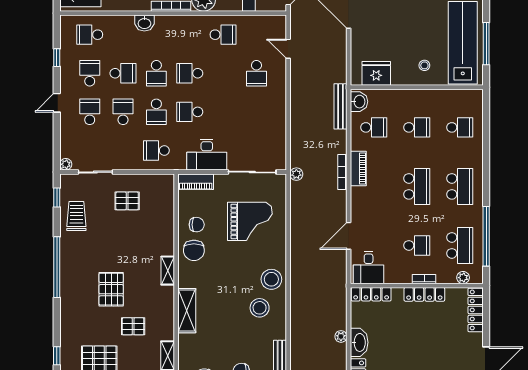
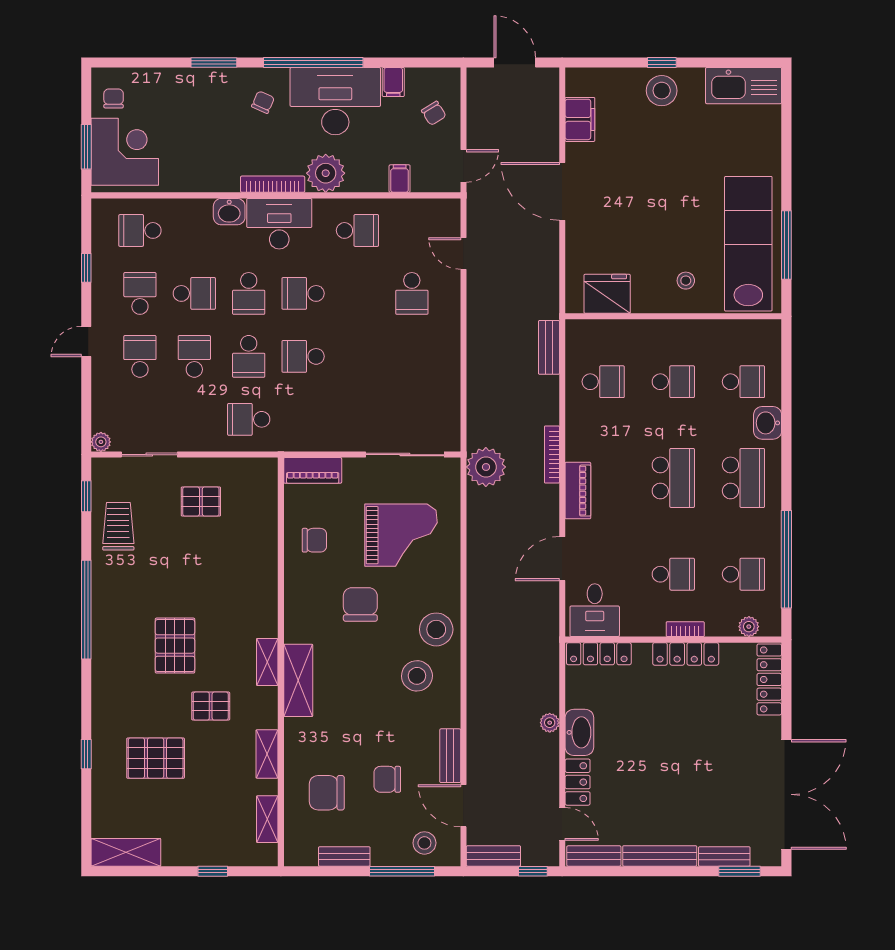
washbasin: (359, 102) -> (768, 423), moved, turned 180
bench: (340, 106) -> (549, 347), width x0.73
desk: (207, 155) -> (279, 224), moved, turned 180
piano: (358, 169) -> (578, 491), moved
plant: (296, 174) -> (486, 467), width x1.88, depth x1.88
school desk: (460, 245) -> (743, 574), width x0.54
chair: (194, 250) -> (360, 604), moved, turned 180
shelving: (168, 271) -> (267, 662), moved

